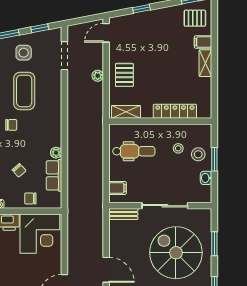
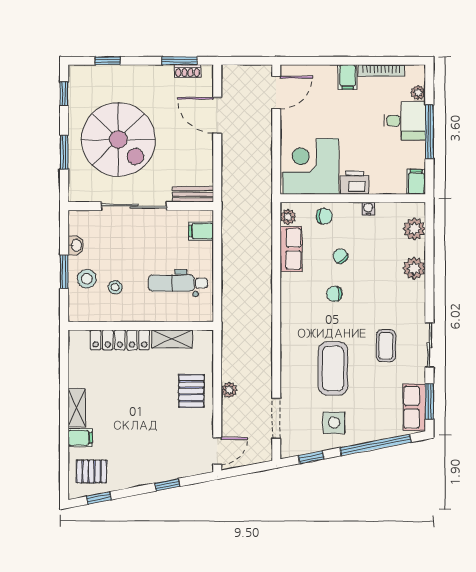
shelving: (126, 112) -> (172, 339), moved
chair: (11, 125) -> (334, 294), moved
plant: (56, 153) -> (288, 217), moved

